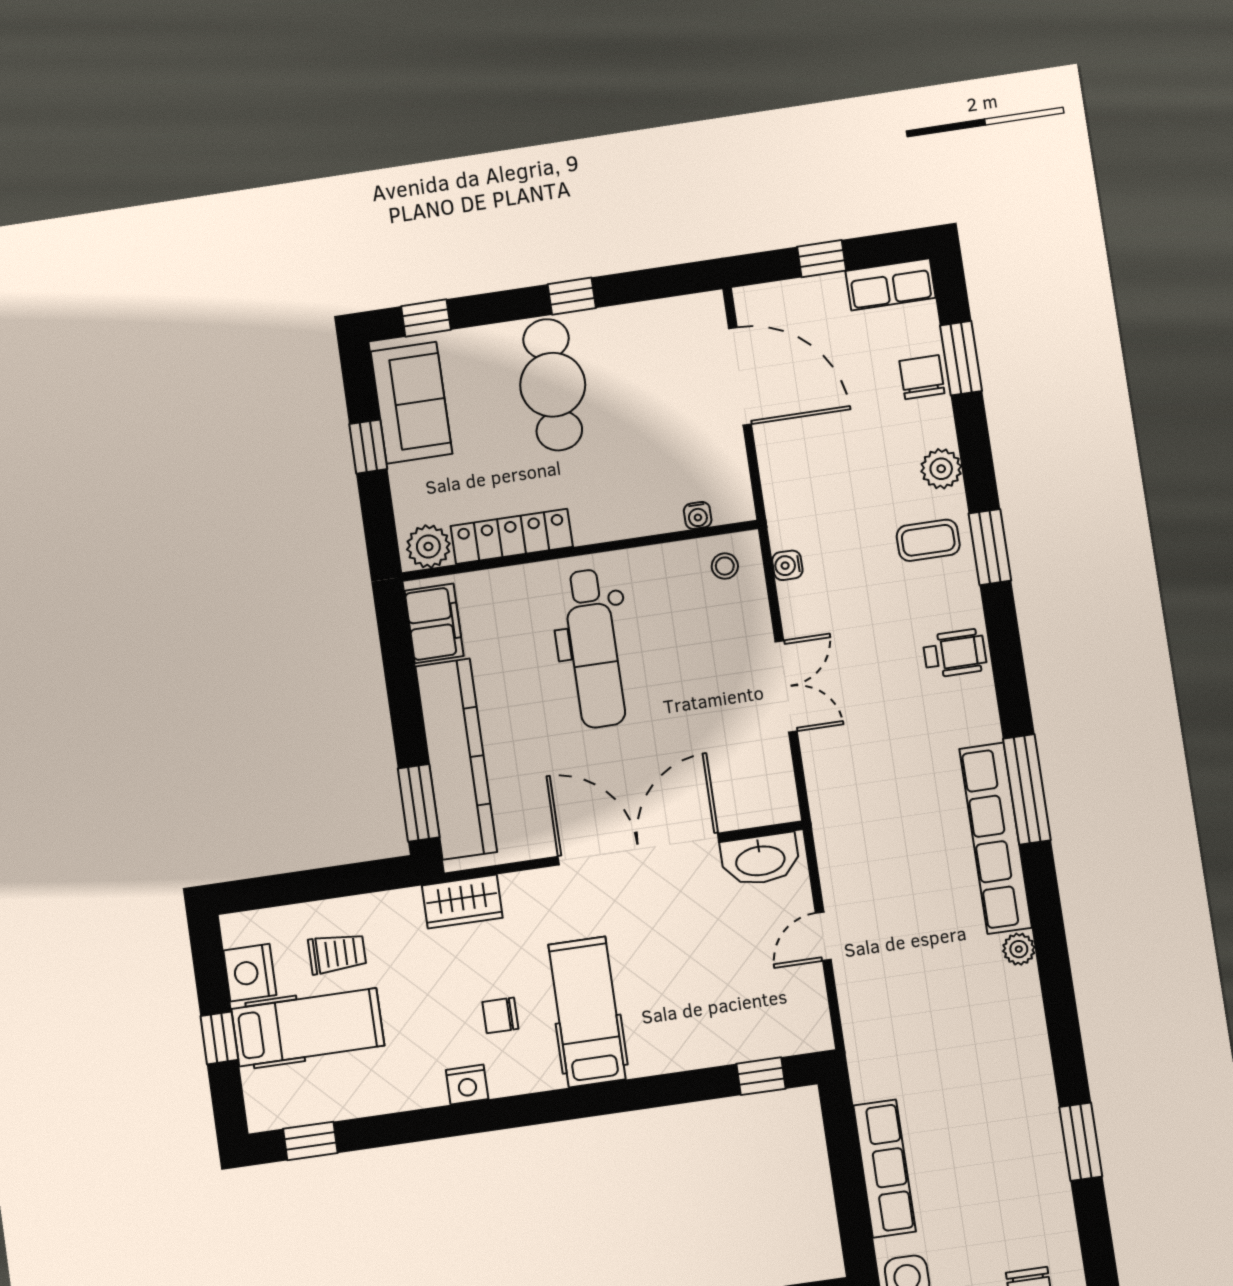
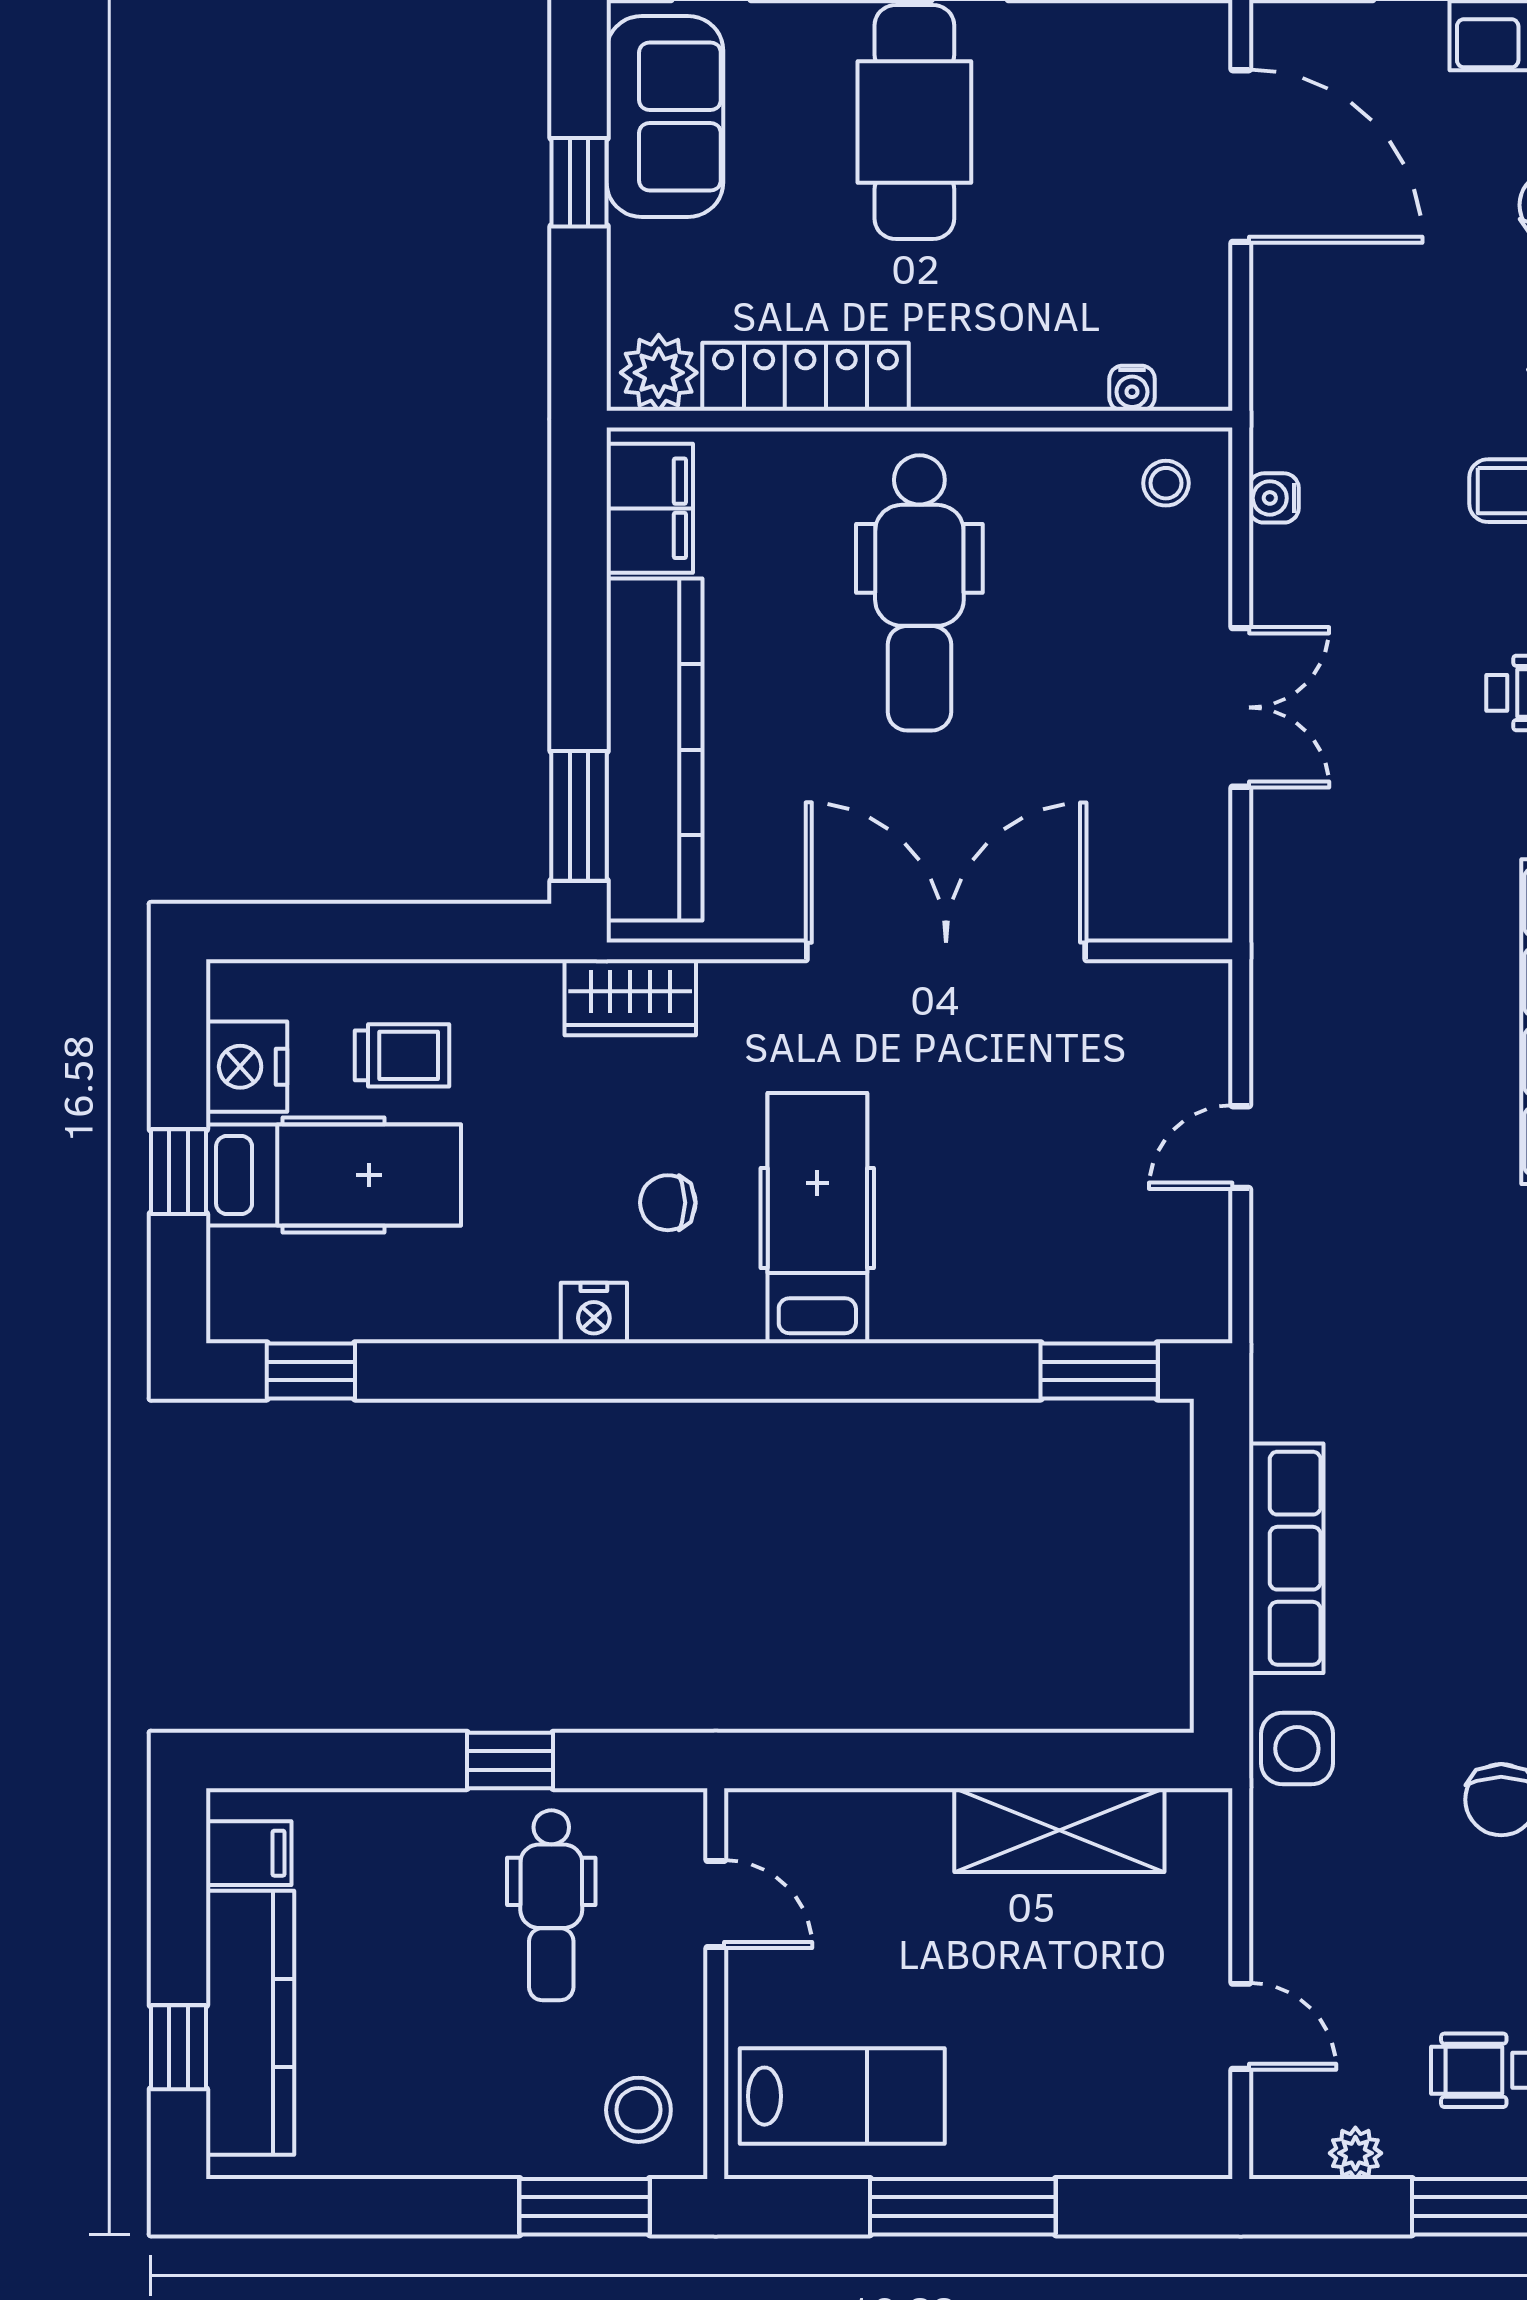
washbasin: (760, 859) -> (1152, 999), removed
window: (761, 1076) -> (1099, 1371), width x1.50

